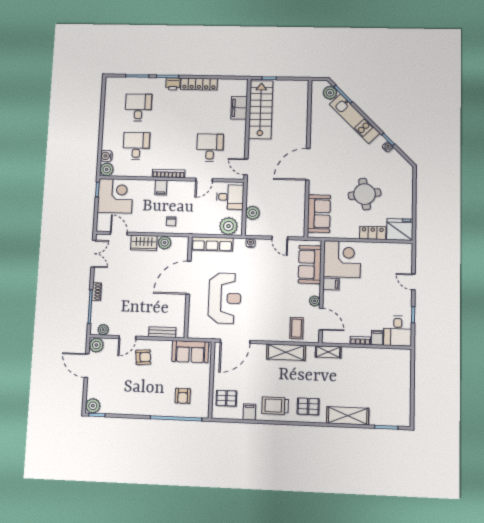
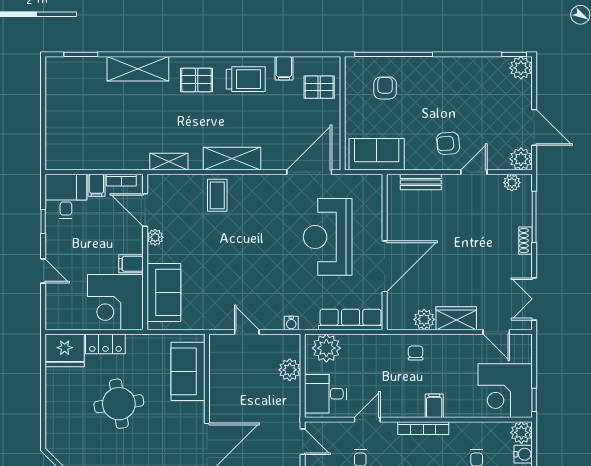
corner desk: (342, 259) -> (115, 302), moved
sofa: (310, 264) -> (164, 292), moved
filing cabinet: (331, 284) -> (131, 264), moved
wall: (322, 291) -> (145, 252), moved
plant: (315, 301) -> (155, 237), moved
door: (321, 319) -> (145, 210), moved

